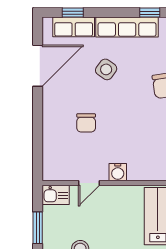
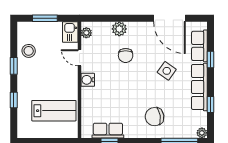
window: (73, 13) -> (210, 60), moved
chair: (86, 123) -> (126, 55), turned -90
plant: (52, 131) -> (119, 29), added
plant: (57, 174) -> (86, 33), added

